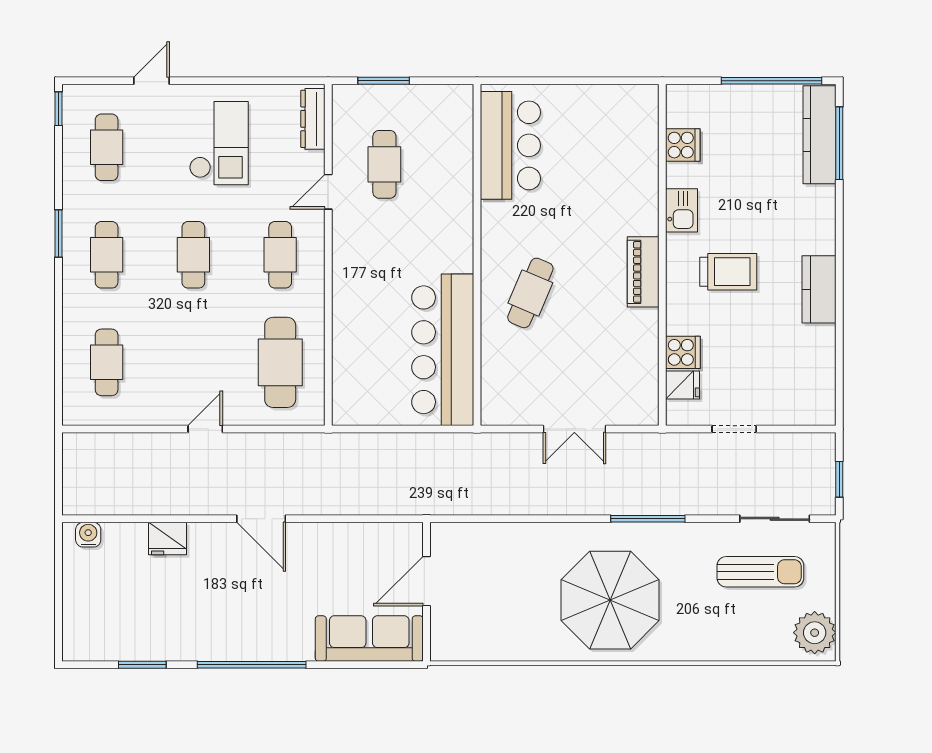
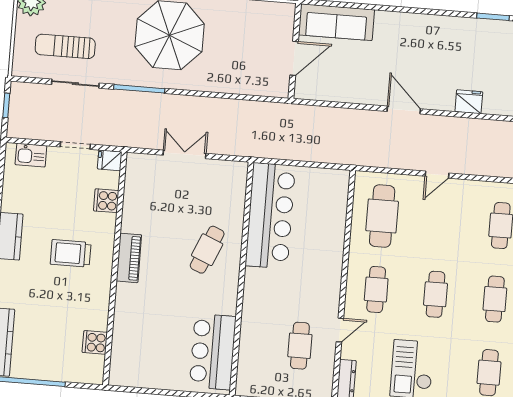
kitchen sink: (682, 210) -> (31, 155), moved, turned -90
fridge: (682, 385) -> (110, 160), moved
sliding door: (775, 519) -> (75, 84), moved
window: (252, 665) -> (418, 11), removed

